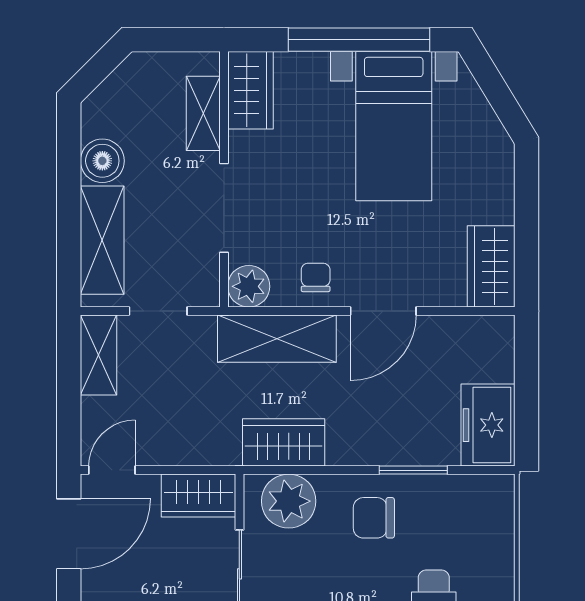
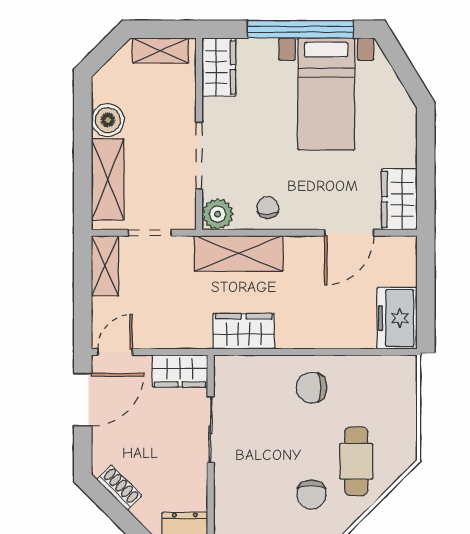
shelving: (203, 113) -> (160, 51), moved, turned 90
door: (383, 311) -> (349, 233), moved
window: (413, 470) -> (341, 352), removed
plant: (289, 501) -> (248, 375), removed

